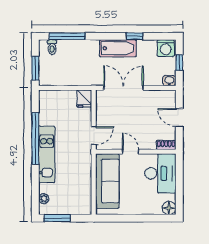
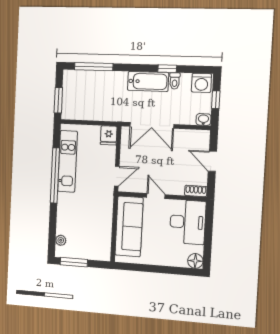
toilet: (52, 47) -> (175, 81), moved
double door: (123, 88) -> (152, 125), swing flipped
kitchen unit: (47, 154) -> (67, 161), moved

